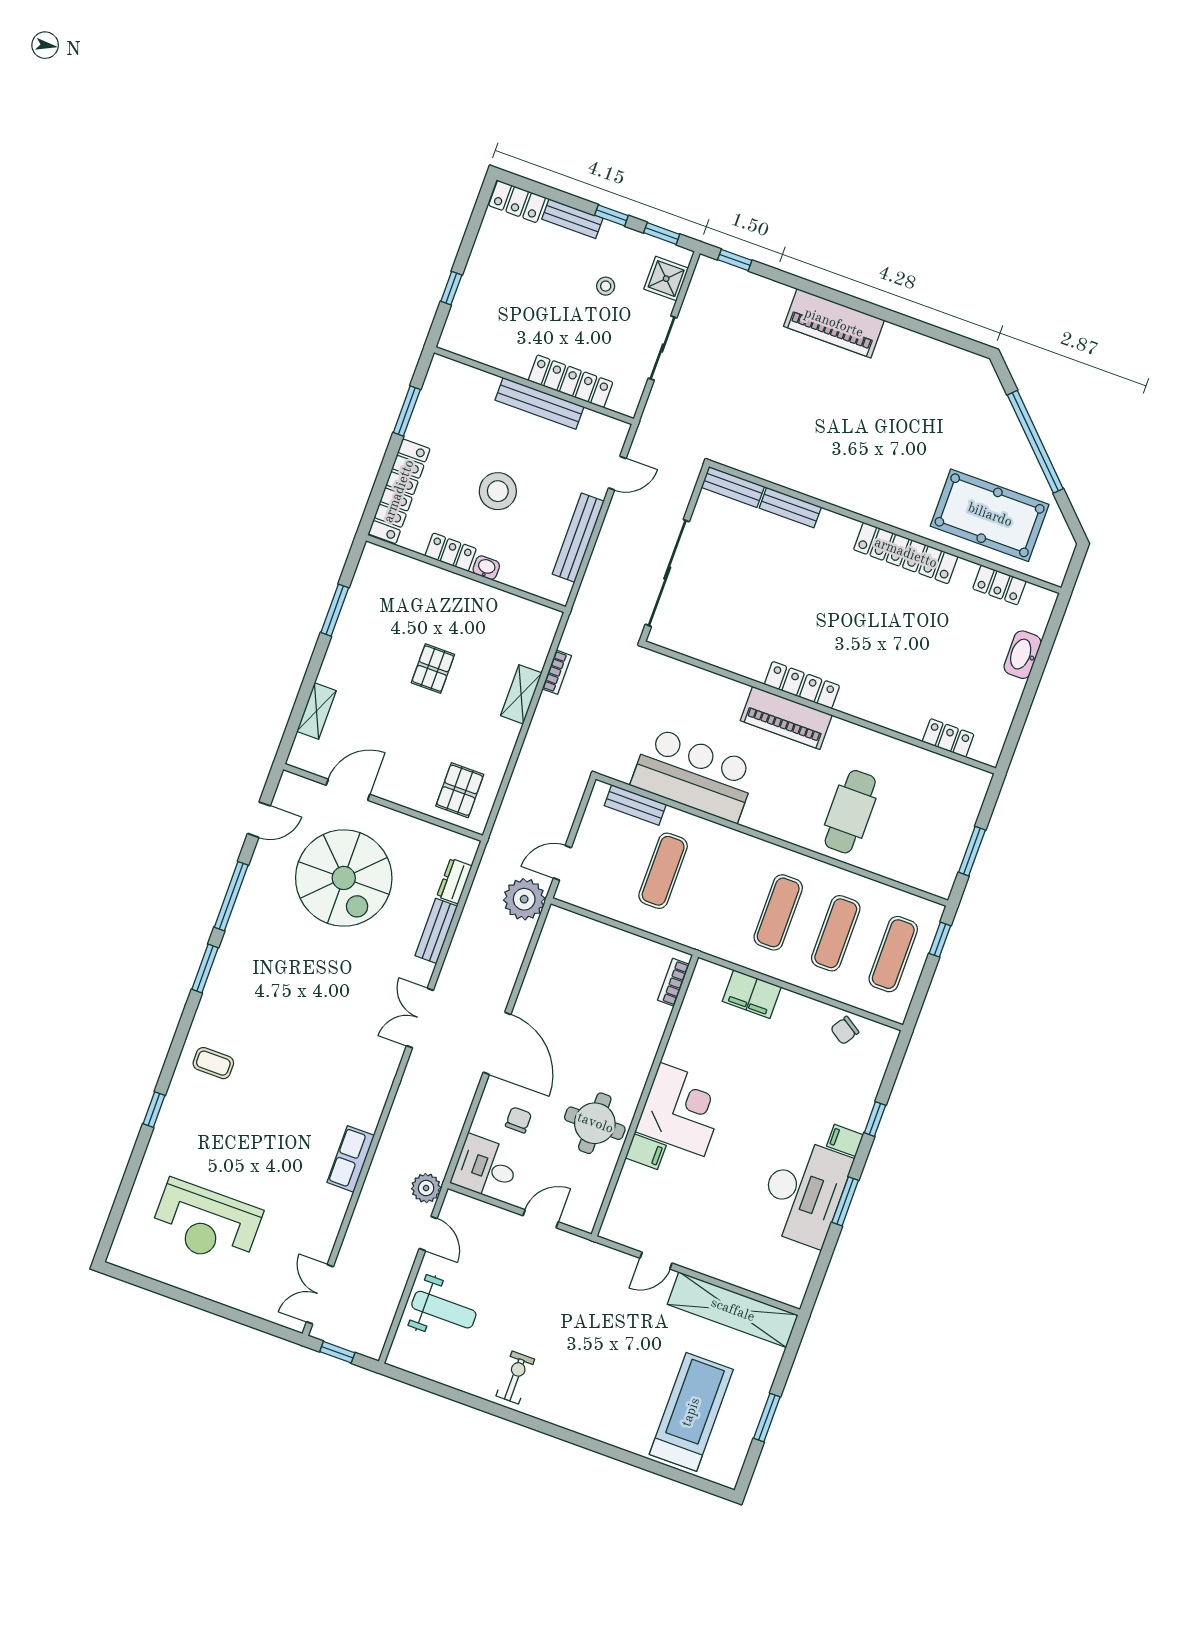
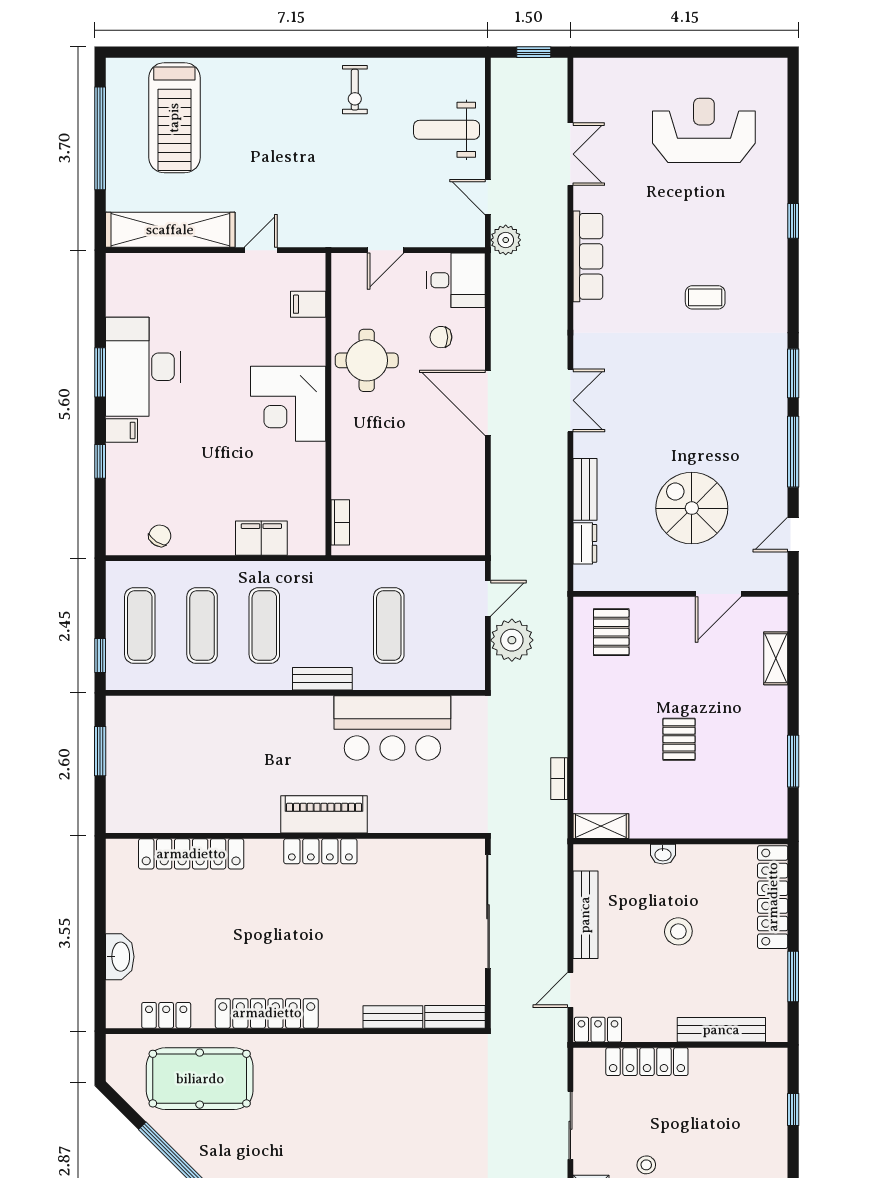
bench: (539, 403) -> (721, 1030), moved
stool: (498, 491) -> (678, 931), width x0.73, depth x0.73
locker: (451, 552) -> (598, 1030), moved, turned 180
shelving: (521, 694) -> (601, 826), moved, turned 90
locker: (948, 738) -> (191, 854), width x2.16, depth x1.21
bench: (635, 805) -> (322, 679), moved
cafe table: (850, 812) -> (230, 747), removed
spiral stairs: (344, 878) -> (692, 508), width x0.73, depth x0.73
plant: (524, 899) -> (512, 640), moved
coffee table: (213, 1063) -> (705, 297), moved
chair: (518, 1120) -> (441, 337), turned 90
filing cabinet: (646, 1152) -> (308, 304), moved
row of seats: (351, 1159) -> (588, 256), width x1.48
double door: (320, 1294) -> (570, 154), moved
window: (767, 1418) -> (100, 138), width x2.11

